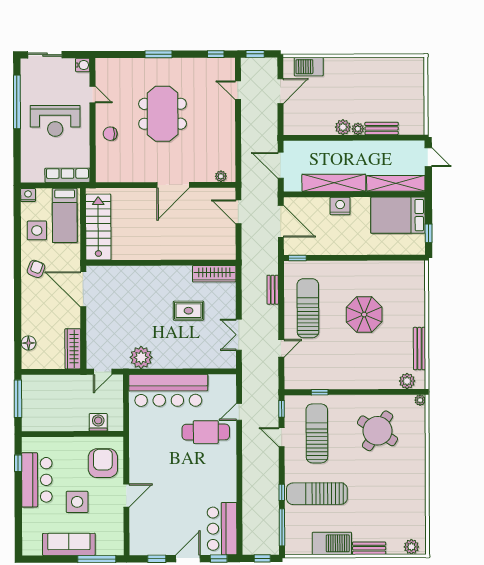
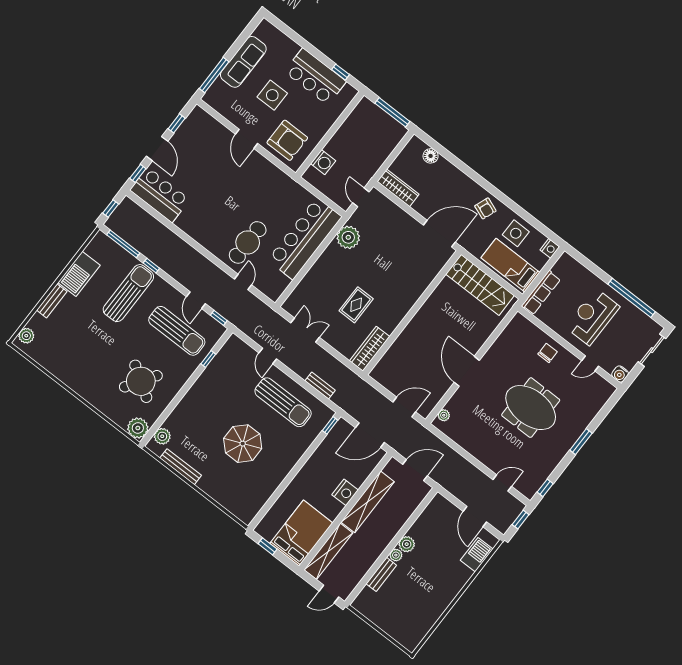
plant: (420, 400) -> (138, 428), width x1.87, depth x1.87
door: (282, 437) -> (196, 300), swing flipped

